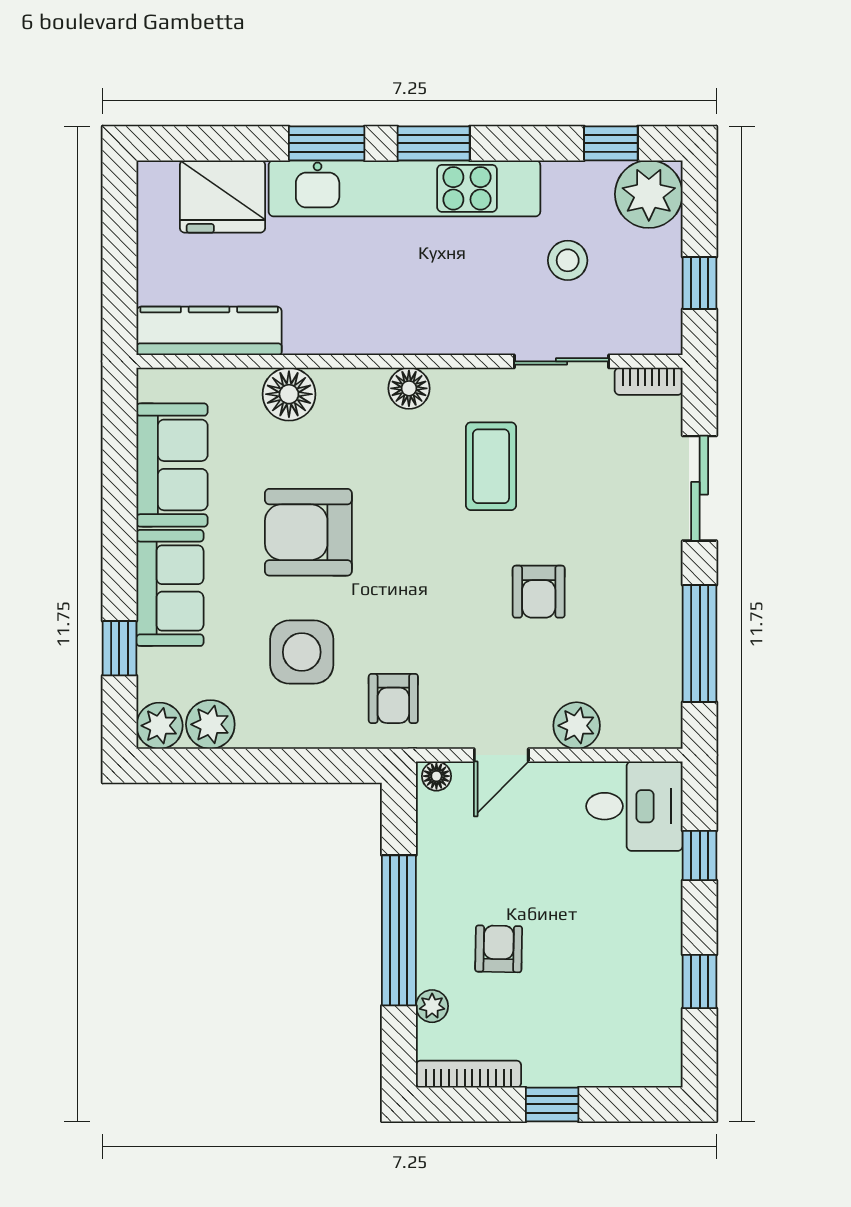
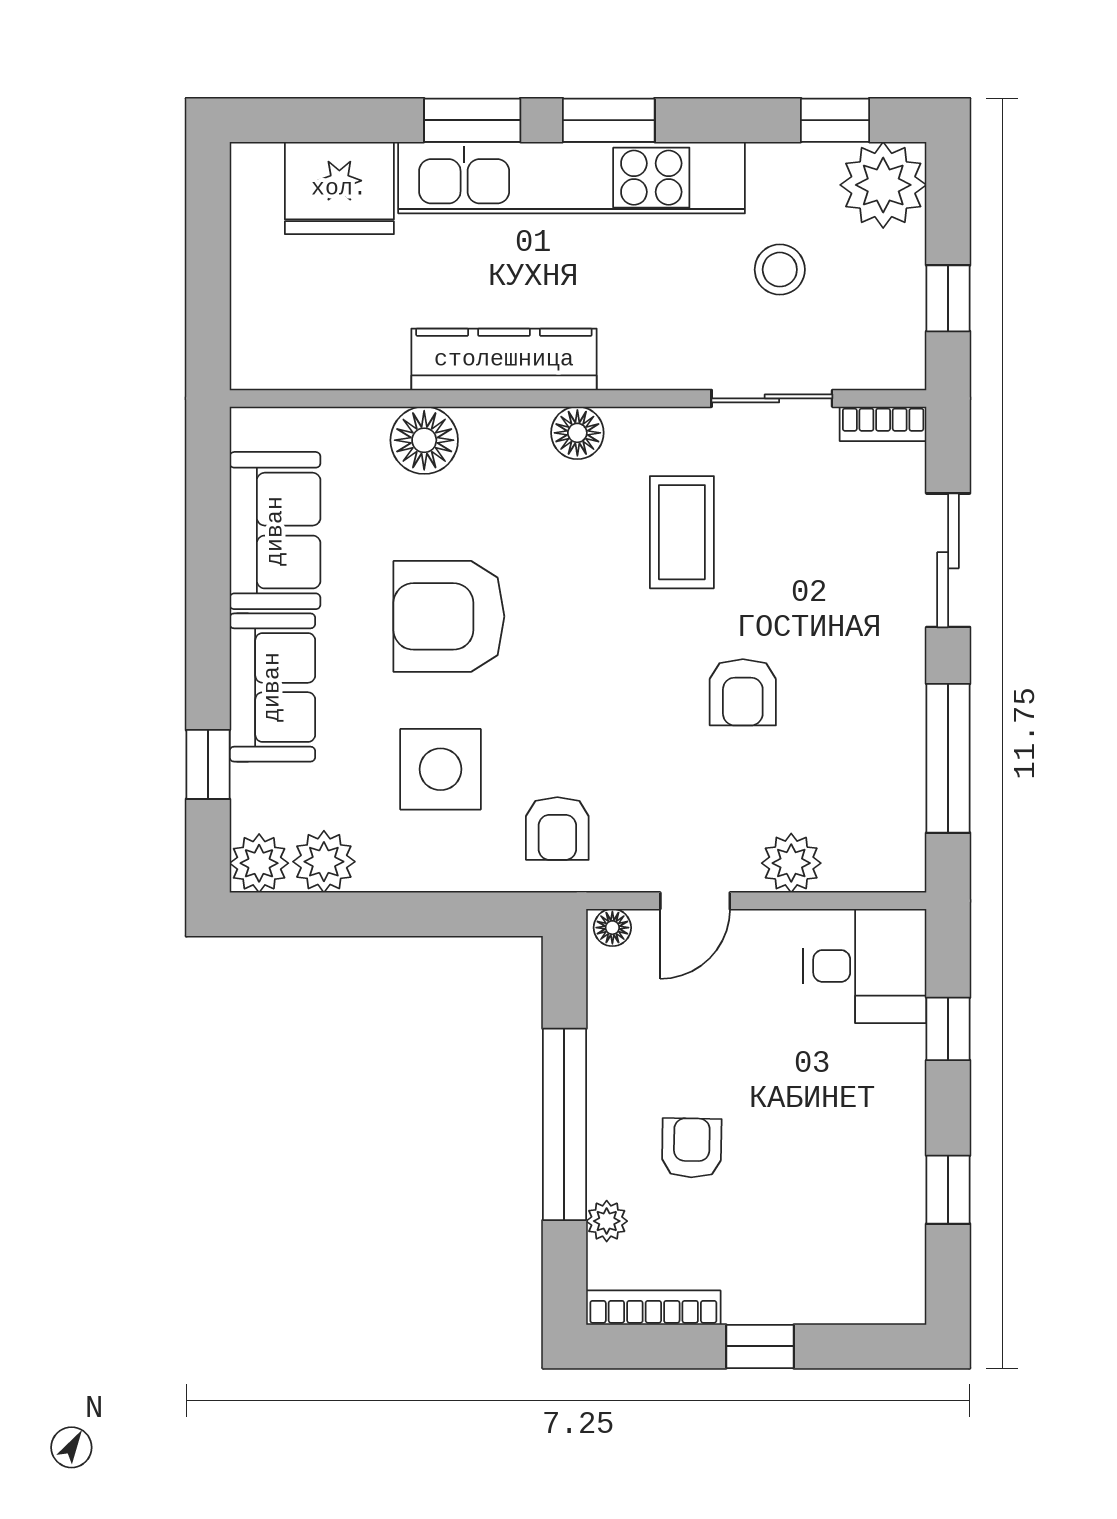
kitchen counter: (209, 331) -> (504, 359), moved

